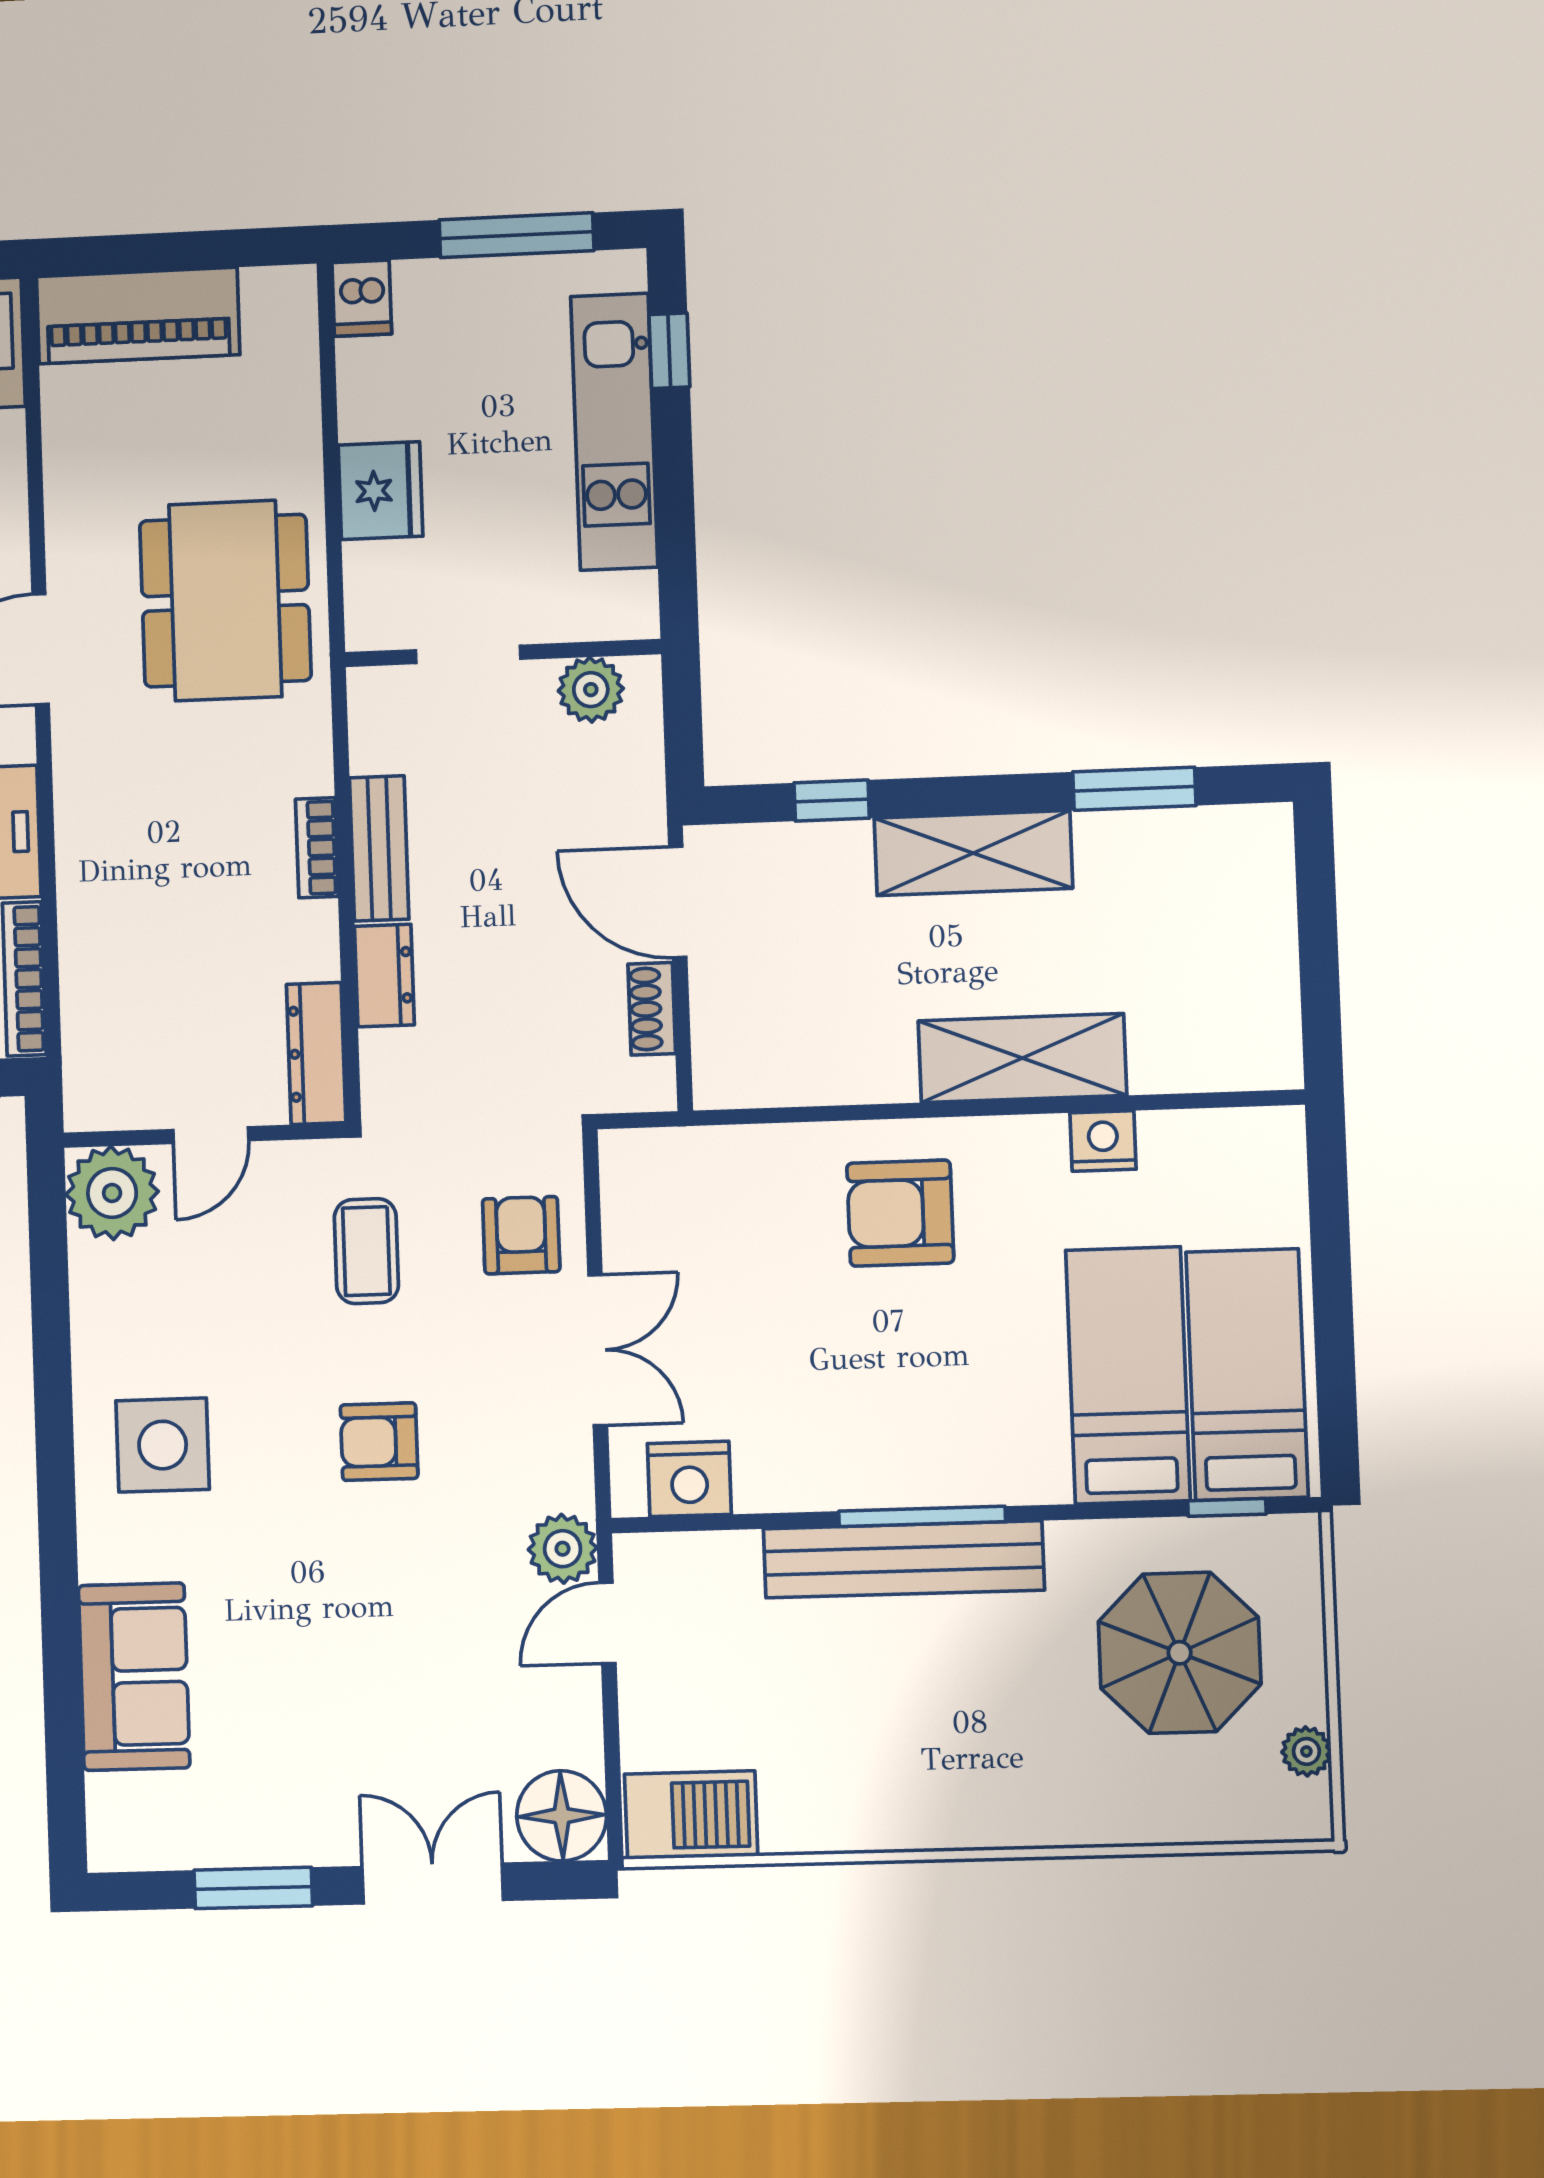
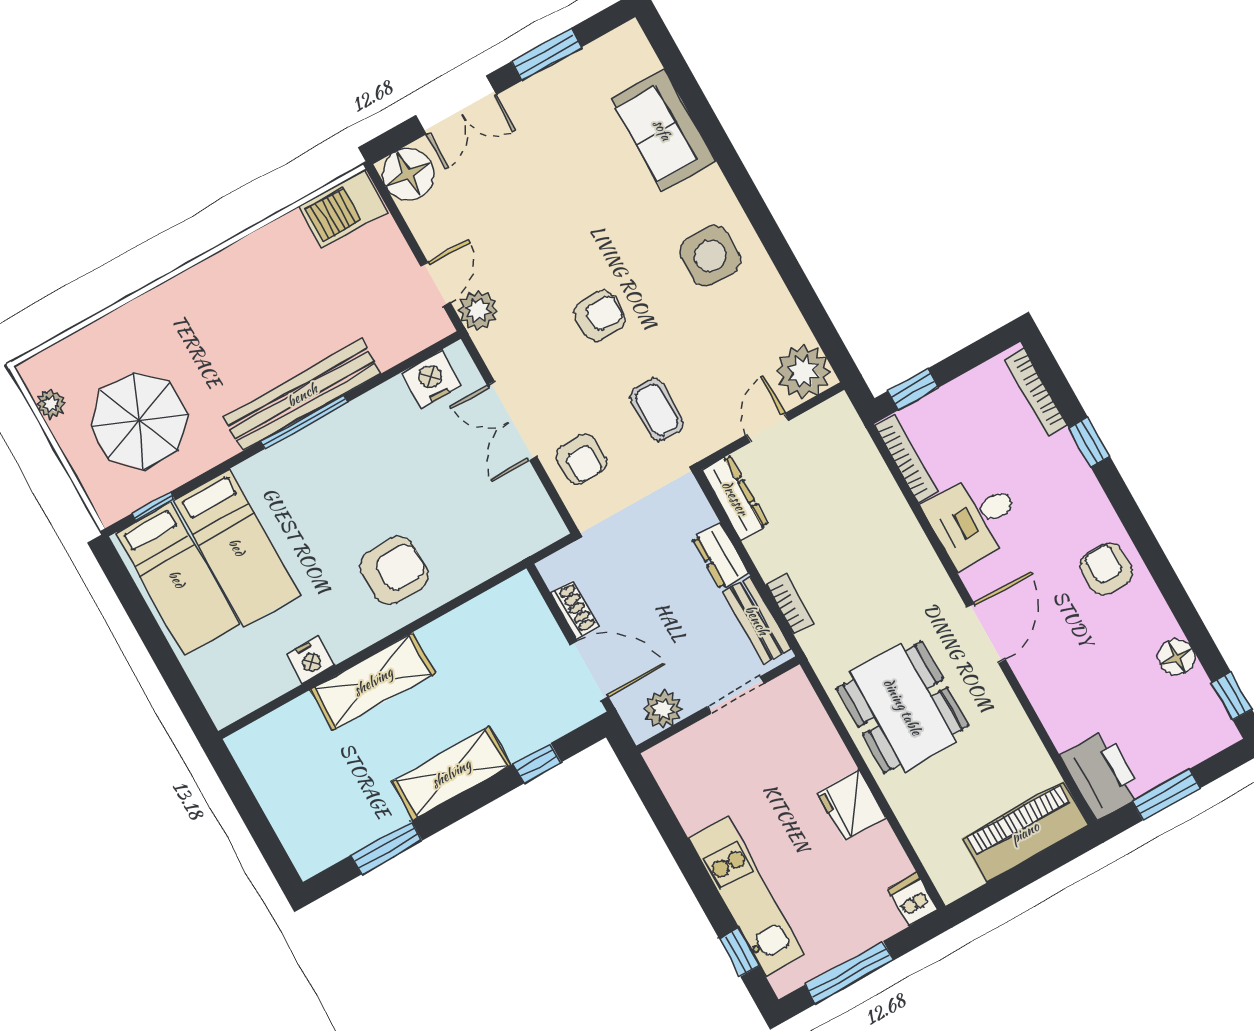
wall: (503, 653) -> (718, 705), moved
doorway: (468, 654) -> (735, 695), moved
plant: (591, 690) -> (663, 709), moved

